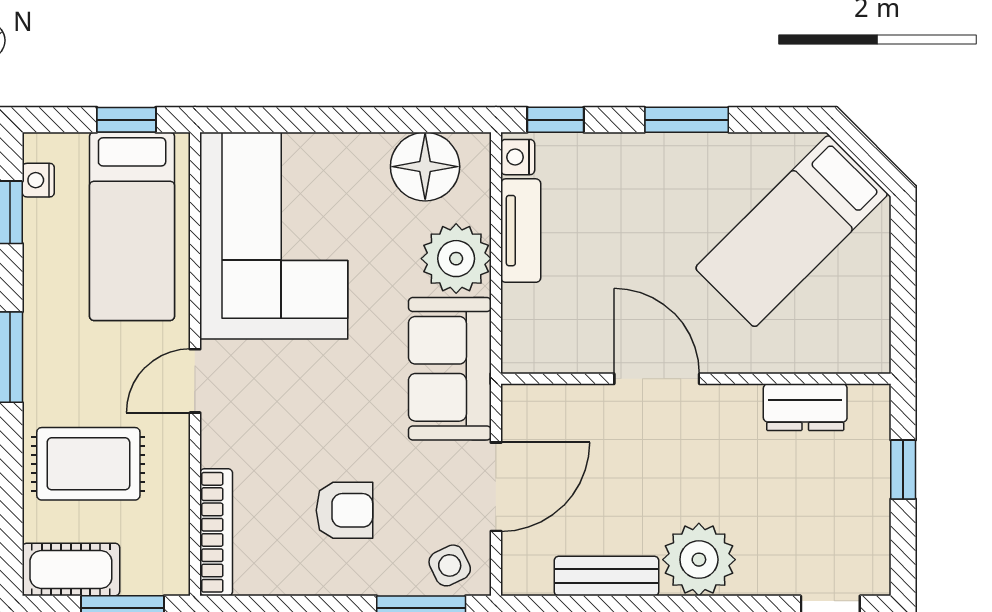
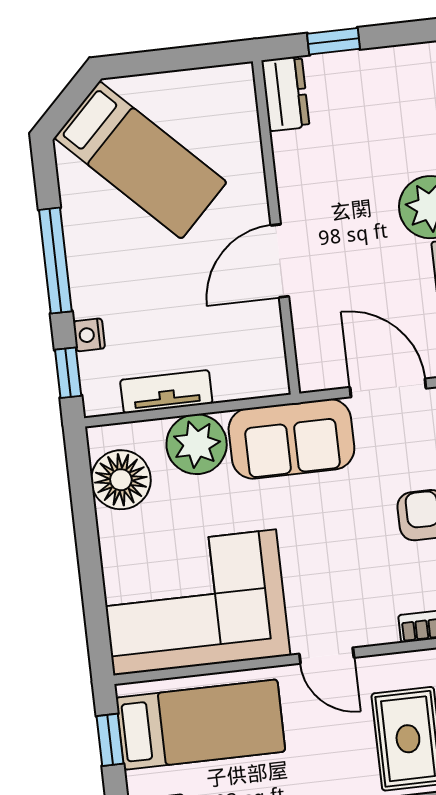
window: (687, 120) -> (55, 261), width x1.44
nightstand: (518, 157) -> (89, 335), moved, turned 90
dresser: (805, 407) -> (285, 94), moved

